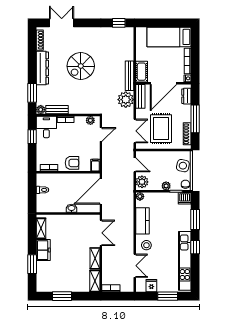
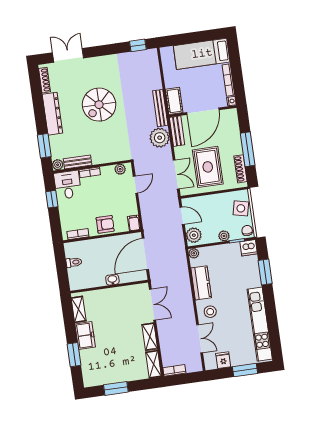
dresser: (186, 96) -> (233, 123), removed
window: (195, 247) -> (270, 305), removed

